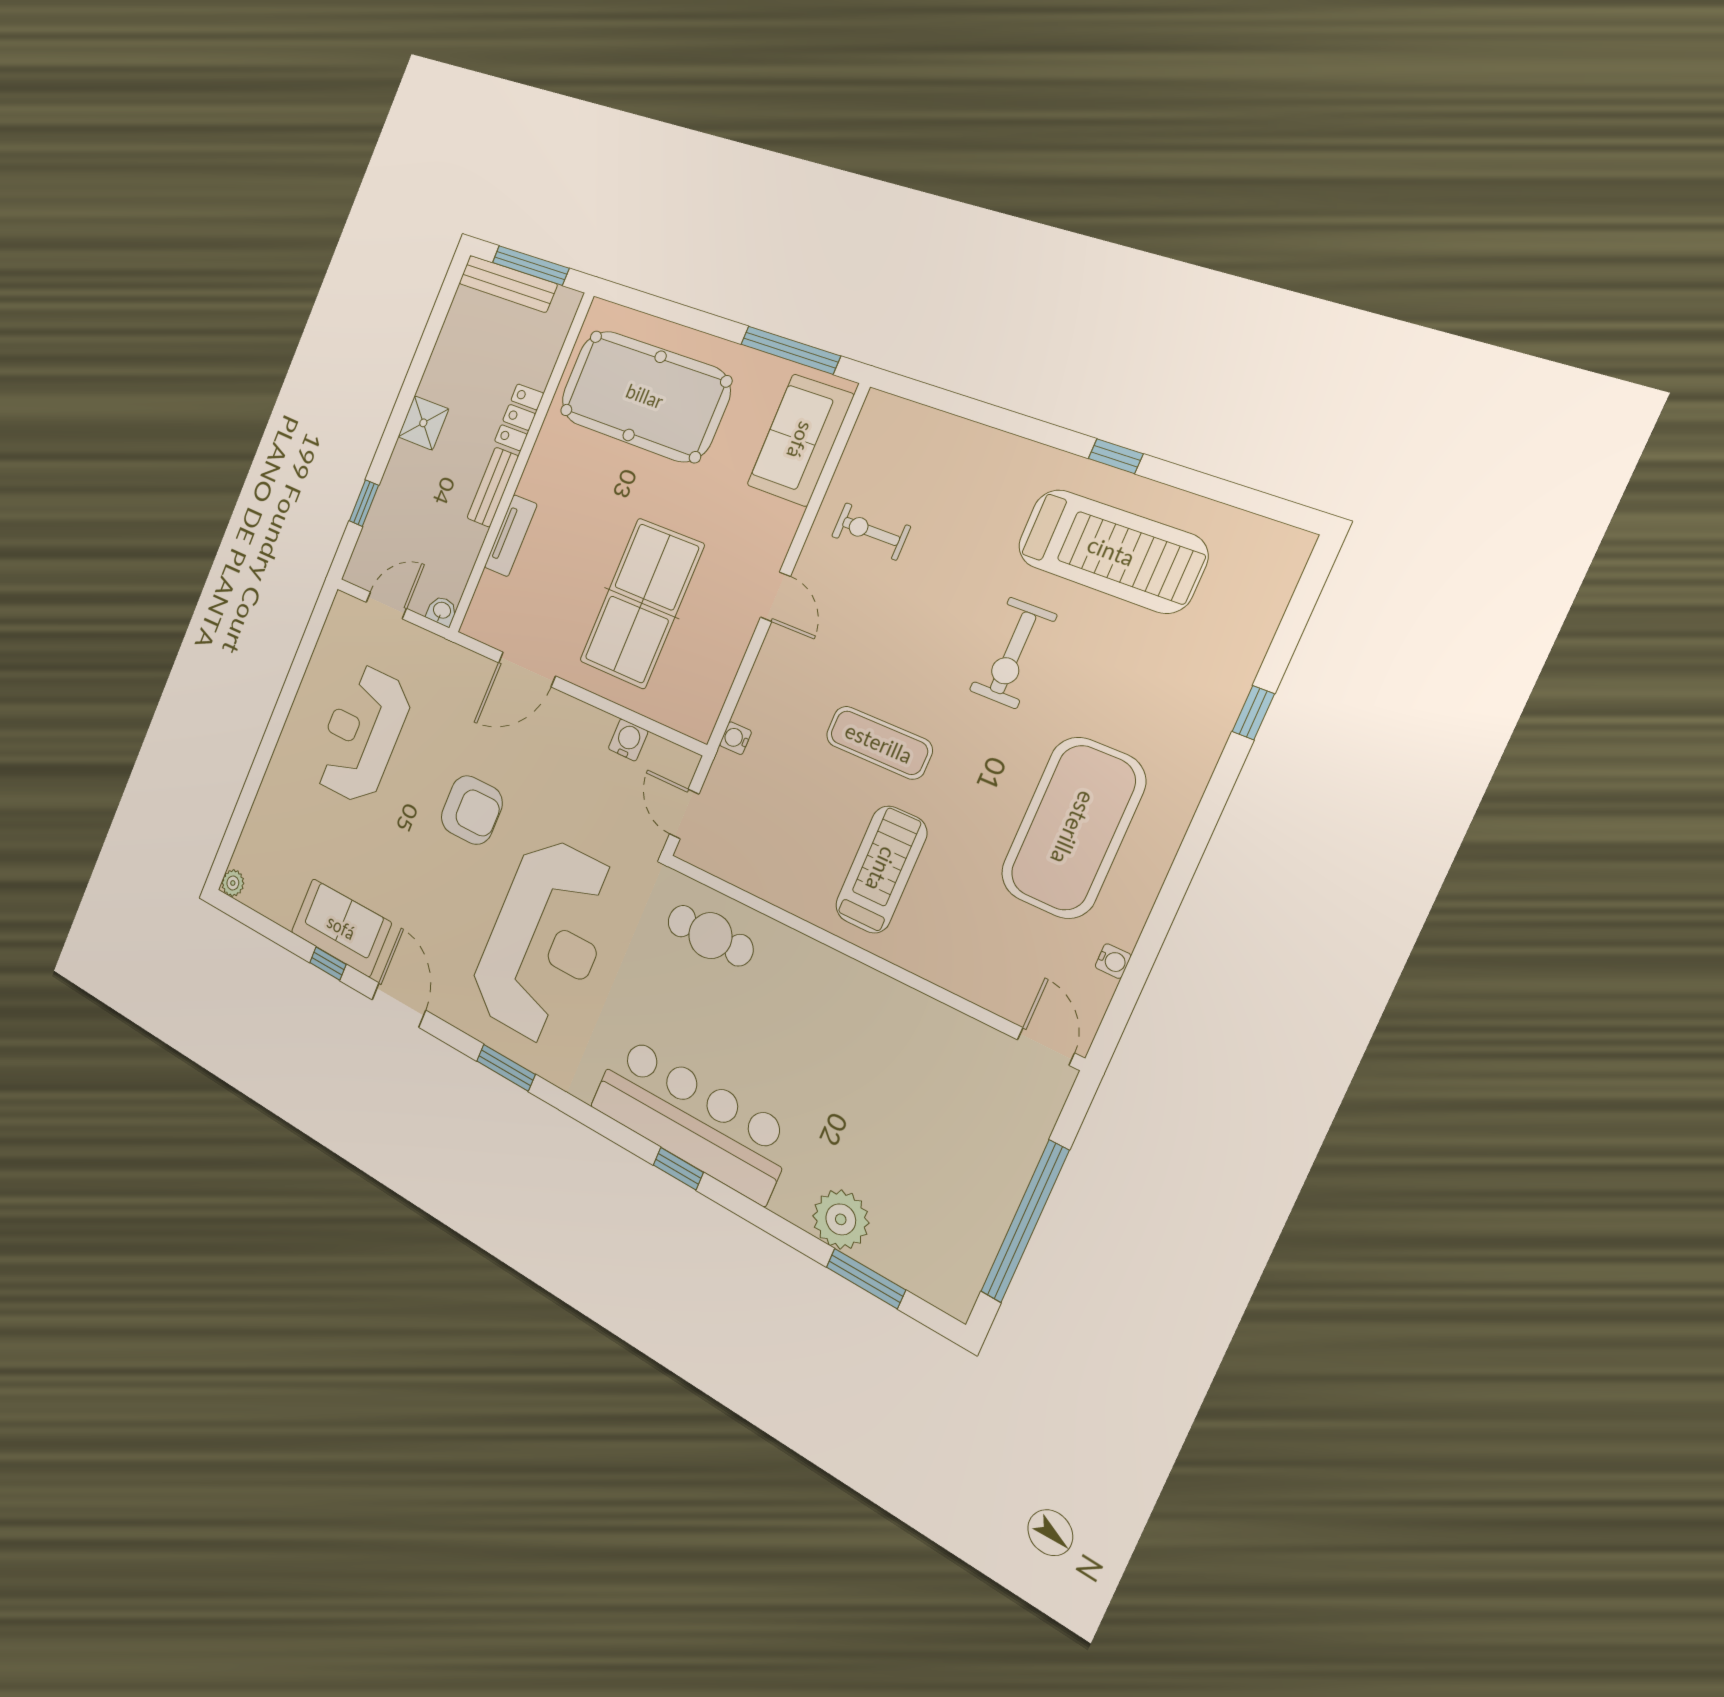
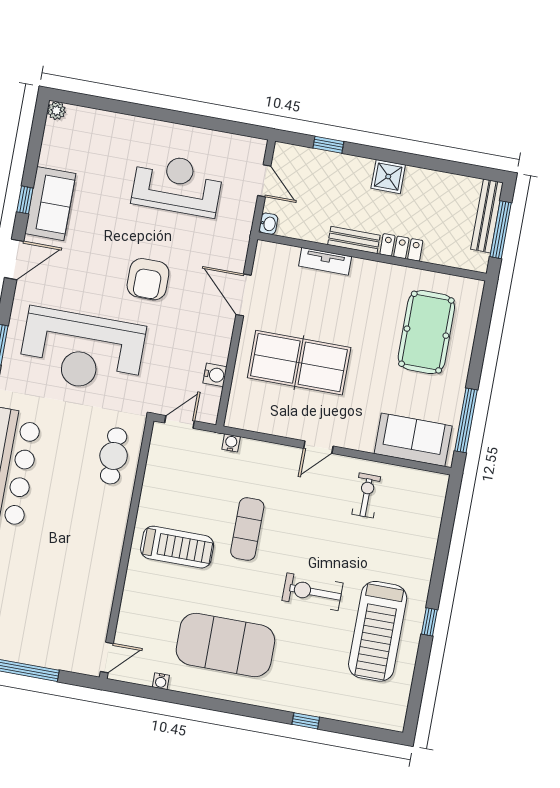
pool table: (645, 396) -> (426, 332), width x0.73, depth x0.76

